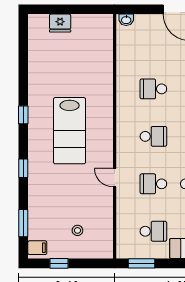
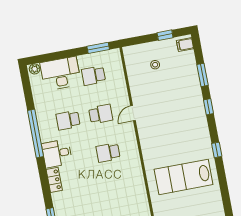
school desk: (153, 89) -> (115, 191), removed
lab bench: (70, 131) -> (184, 177), moved, turned -90
door: (115, 178) -> (133, 113), swing flipped
window: (23, 223) -> (203, 75), moved

